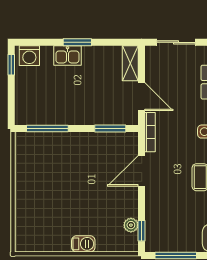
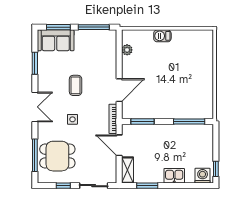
window: (77, 42) -> (147, 186), moved
window: (142, 231) -> (119, 46), removed

